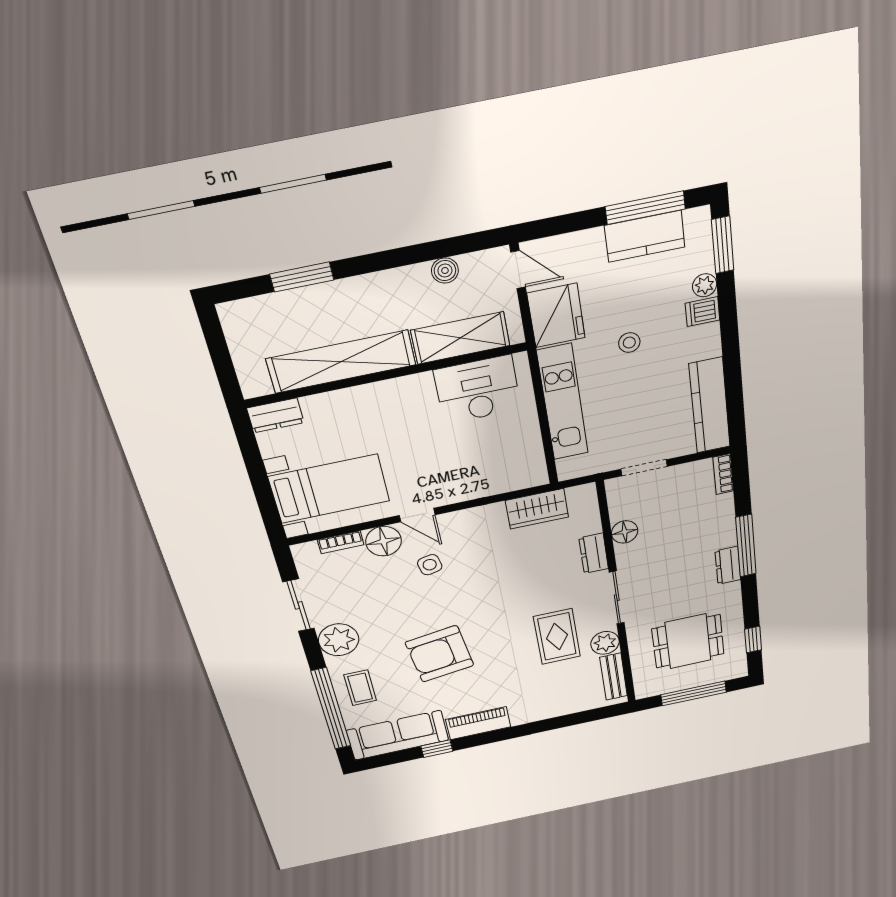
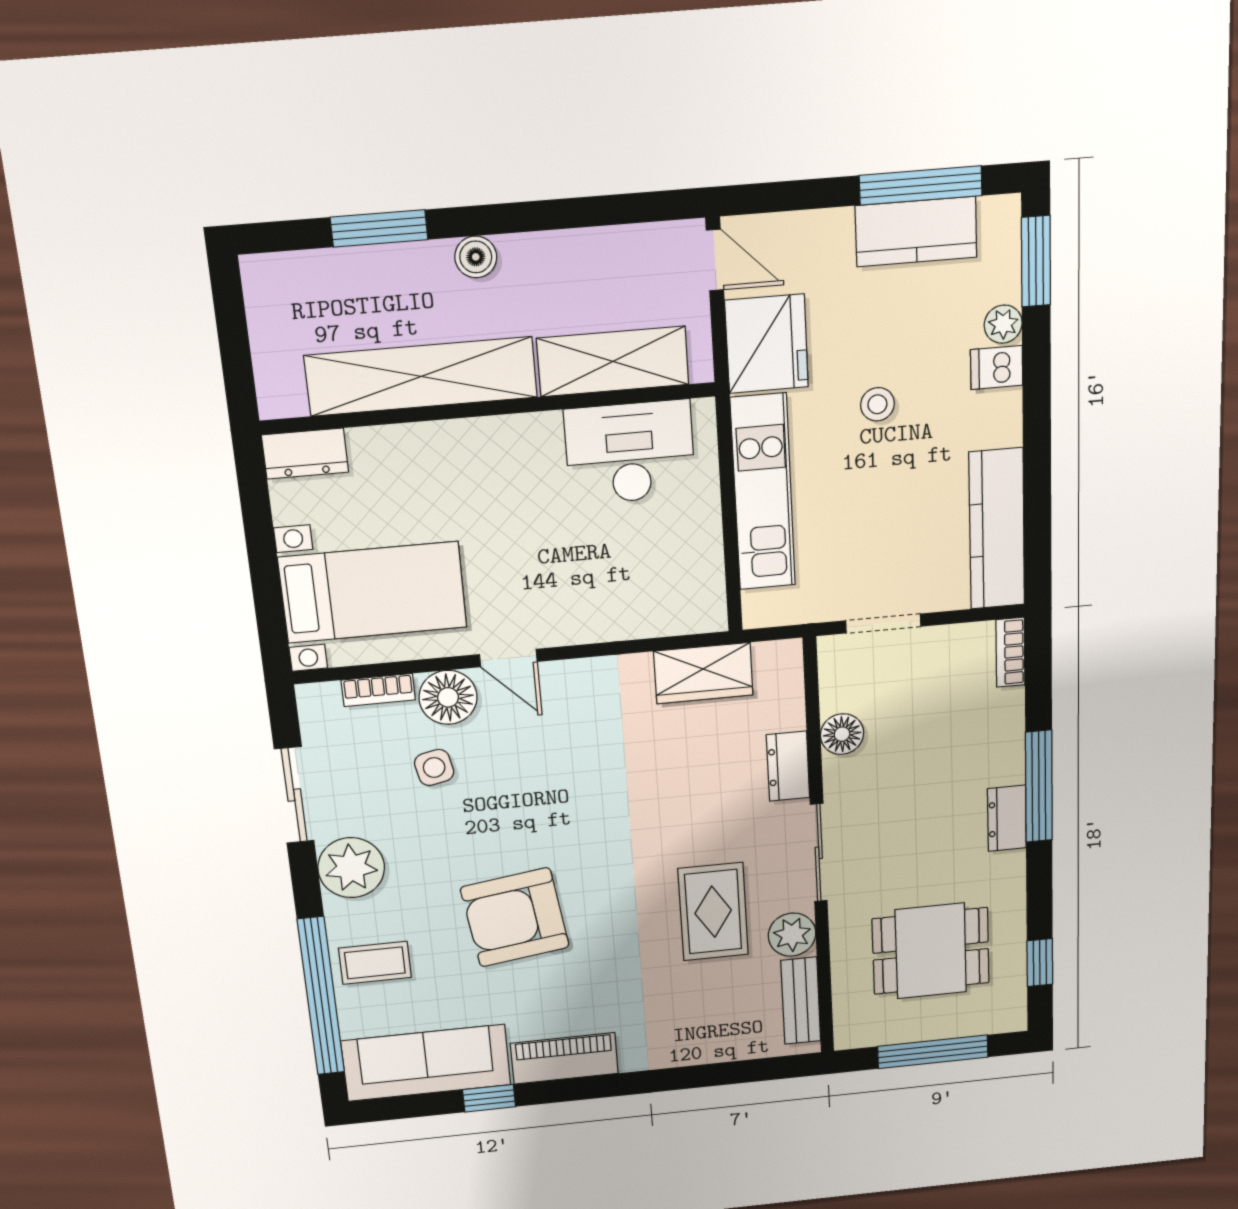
boiler: (445, 271) -> (476, 257), moved
side table: (430, 565) -> (434, 767), moved
coffee table: (360, 688) -> (375, 963), turned 90

